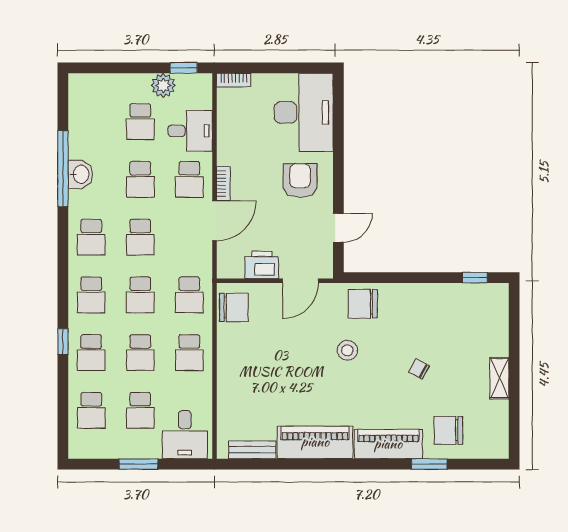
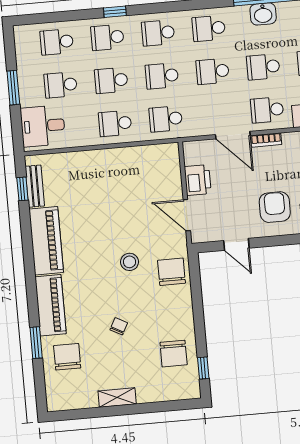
armchair: (300, 181) -> (275, 207), turned -90
chair: (234, 307) -> (174, 354), moved
window: (254, 464) -> (22, 189), added

